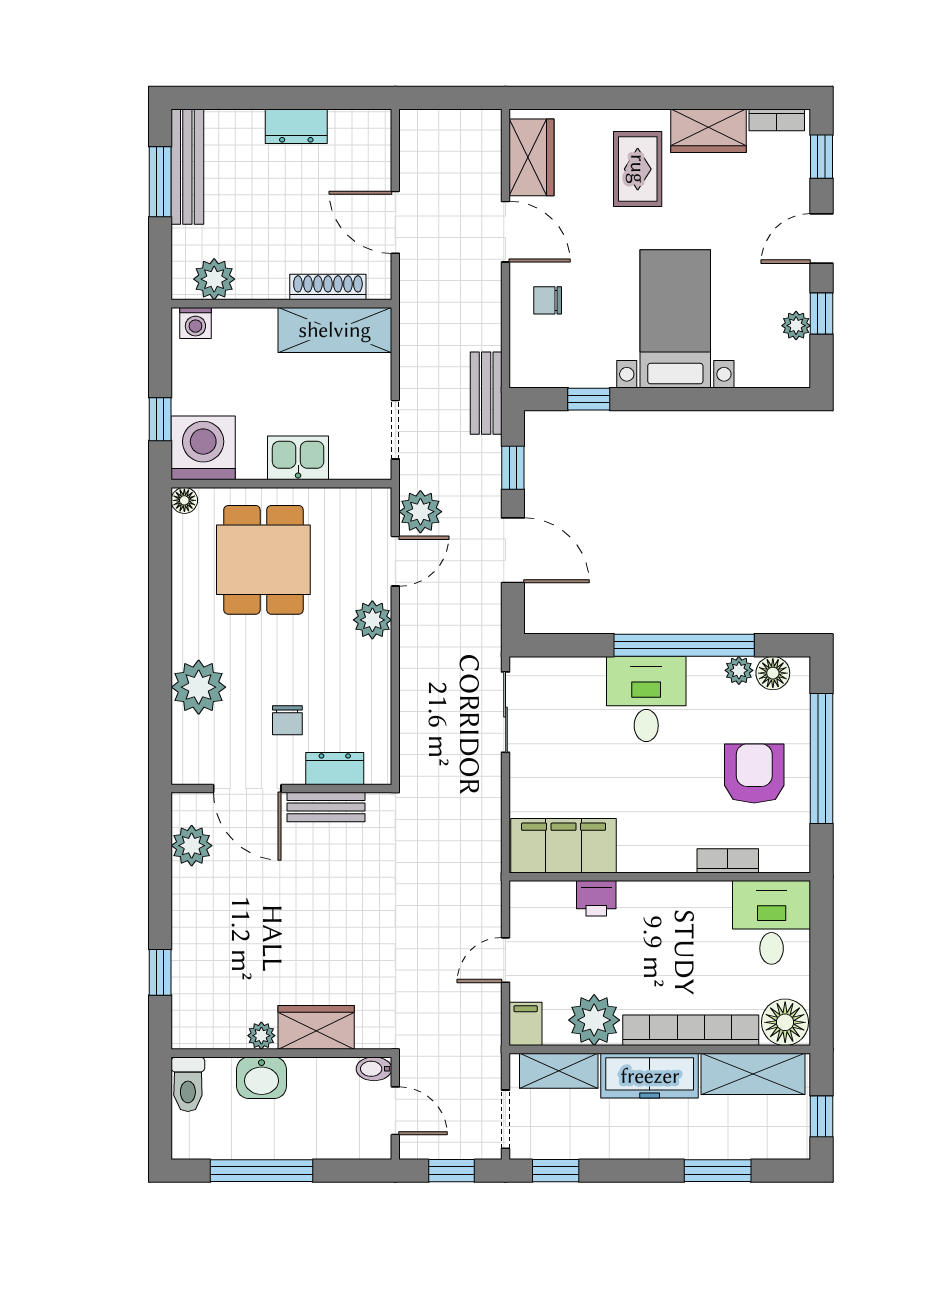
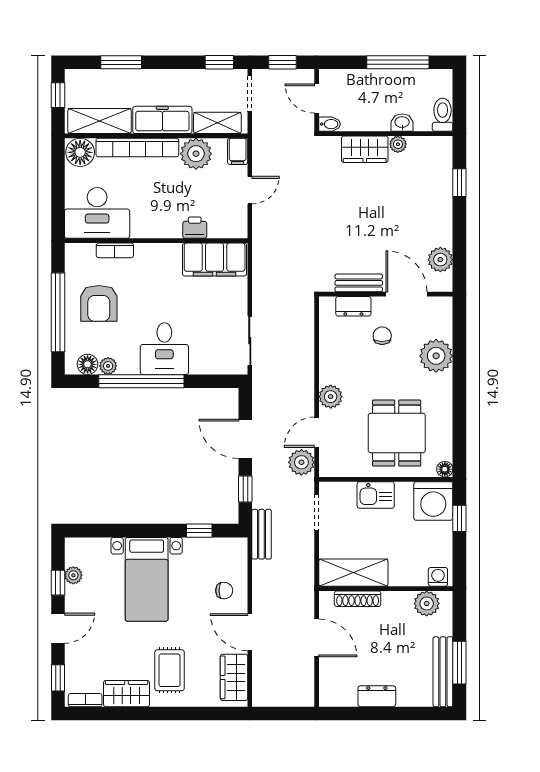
desk: (772, 922) -> (97, 213), width x1.37
washbasin: (262, 1078) -> (402, 123), width x0.72, depth x0.69

